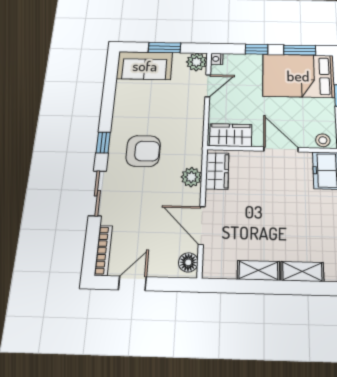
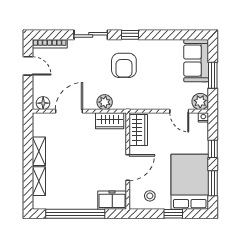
stool: (323, 140) -> (150, 196), moved

